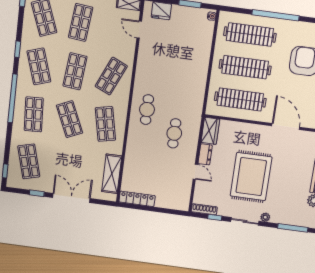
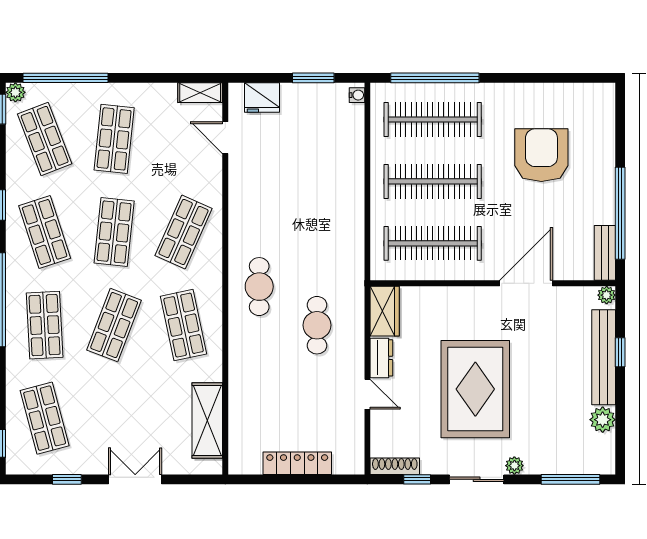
window: (275, 15) -> (435, 78), moved
shop shelf: (70, 119) -> (114, 325), turned 45
door: (286, 126) -> (526, 283), hinge flipped
double door: (71, 198) -> (135, 479), width x0.73
locker: (137, 199) -> (297, 463), moved

